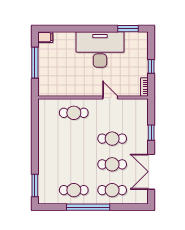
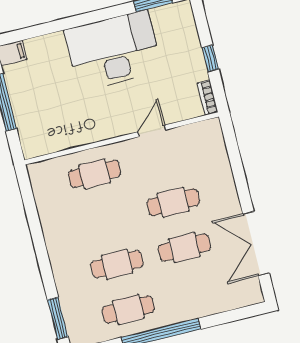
door: (110, 97) -> (152, 131), hinge flipped
window: (151, 133) -> (239, 175), removed
cafe table: (112, 190) -> (117, 264), moved

